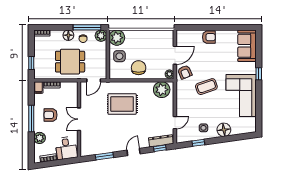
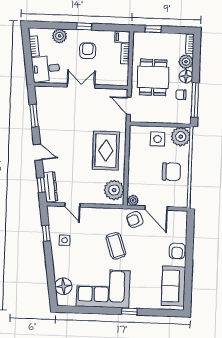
plant: (101, 36) -> (186, 62), moved
sofa: (247, 46) -> (173, 286), moved, turned -90
chair: (139, 68) -> (171, 172), moved
rug: (122, 104) -> (106, 151), moved
window: (31, 118) -> (84, 26), width x0.46
floor lamp: (224, 130) -> (63, 286), moved

